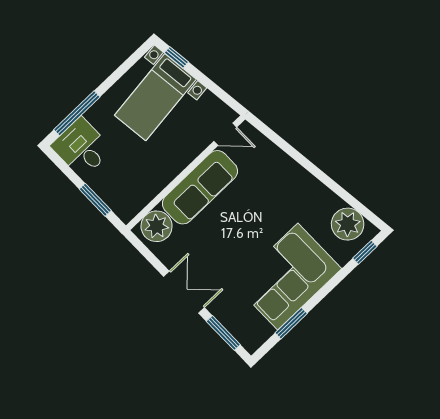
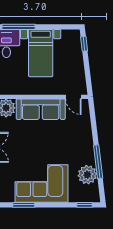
bed with nightstands: (155, 97) -> (41, 53), moved, turned -83
window: (331, 184) -> (98, 162), added
plant: (348, 224) -> (87, 175), moved

